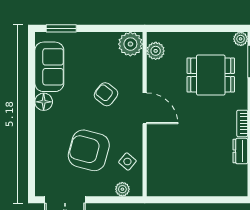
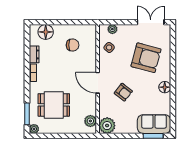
sofa: (49, 67) -> (154, 124), moved, turned 90
armchair: (89, 150) -> (146, 58), moved
chair: (182, 165) -> (73, 45), added
floor lamp: (223, 185) -> (46, 32), added

